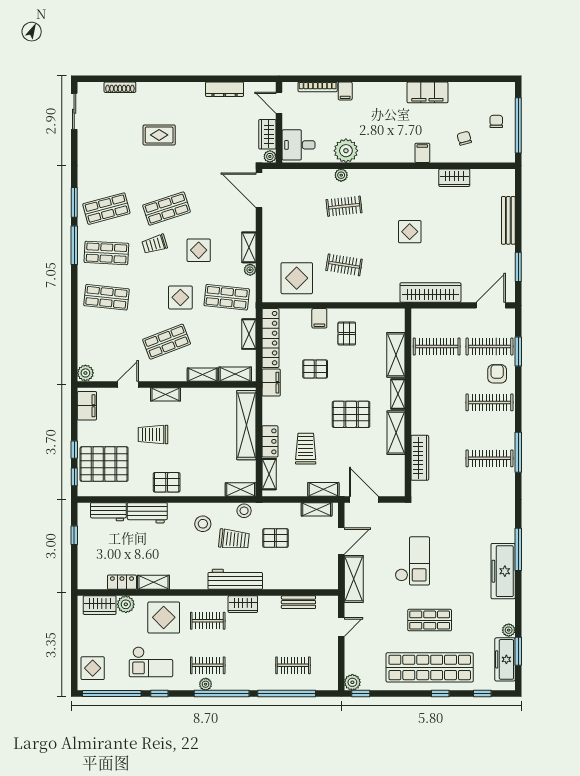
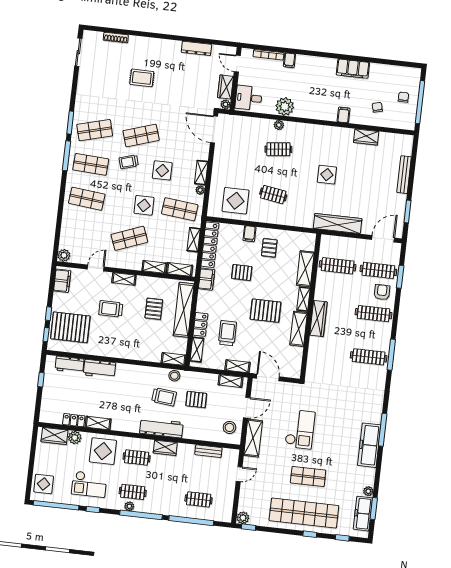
wardrobe: (420, 458) -> (318, 318), moved
pallet: (167, 482) -> (154, 309), moved, turned 90
stool: (203, 524) -> (229, 427), moved

